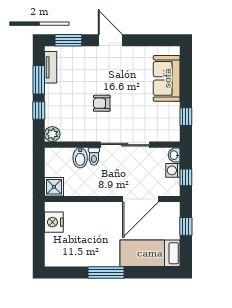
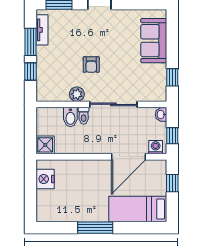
armchair: (102, 103) -> (91, 64), turned -90
plant: (52, 134) -> (77, 94), moved
washing machine: (173, 170) -> (156, 147), moved, turned 90

